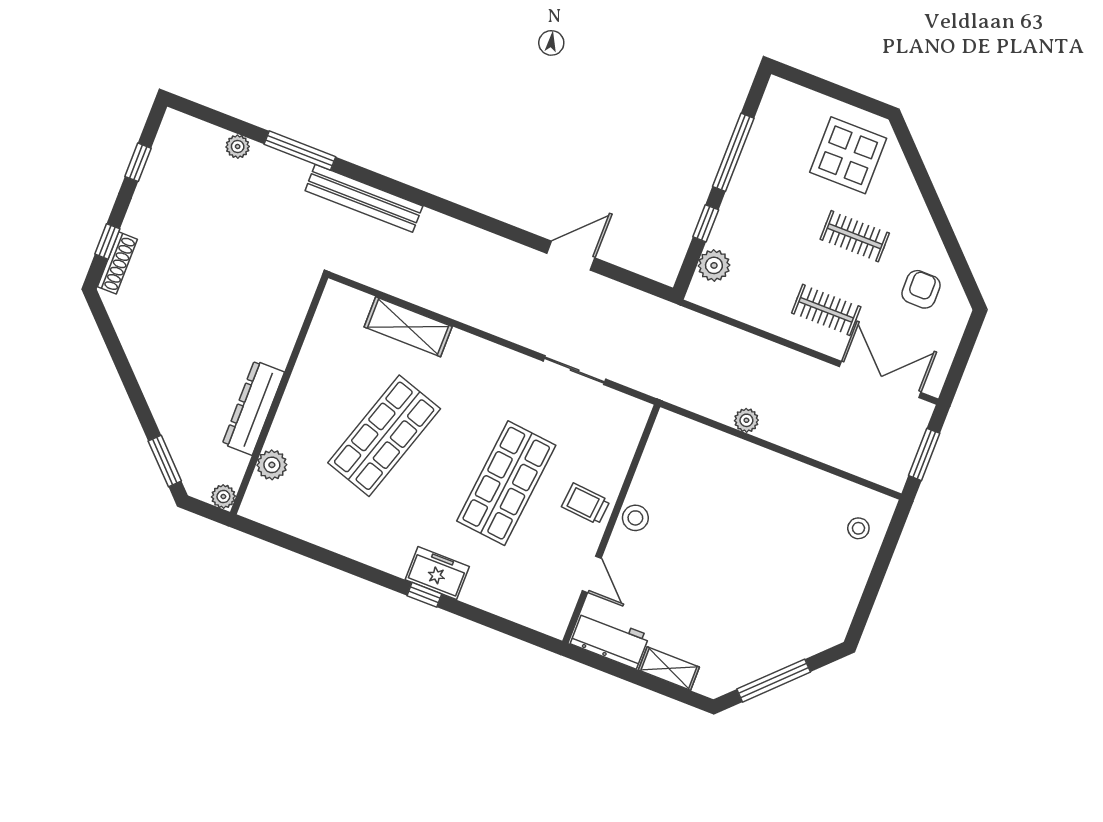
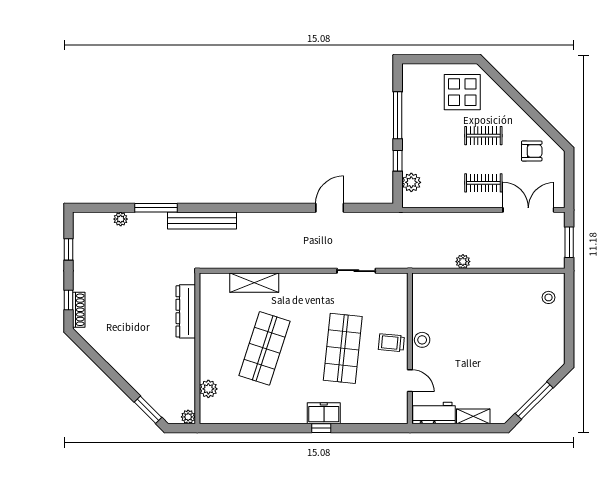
armchair: (921, 289) -> (532, 151), turned 90
dresser: (253, 408) -> (186, 311), moved

